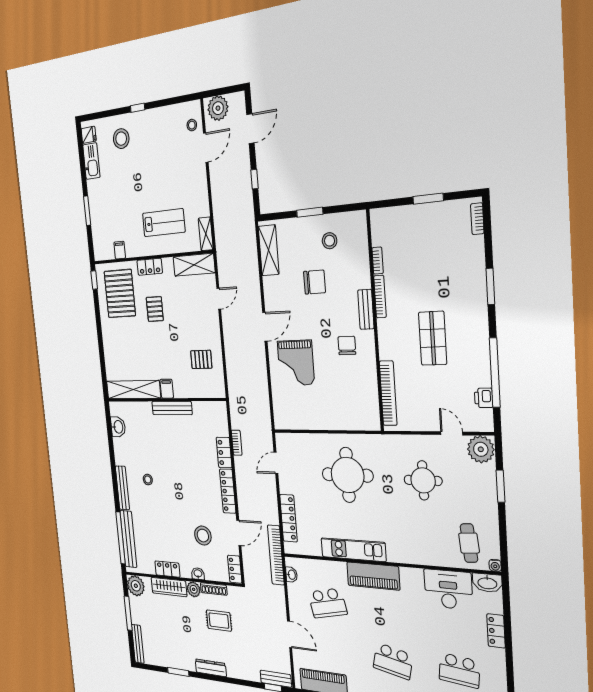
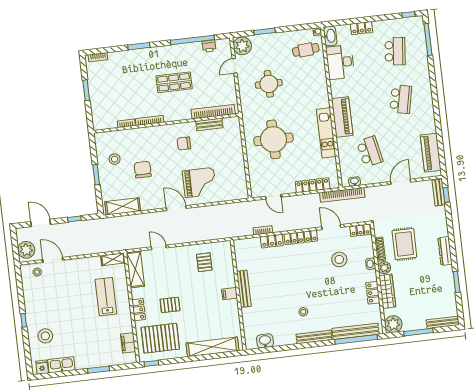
filing cabinet: (120, 250) -> (128, 343), width x2.00
bench: (366, 309) -> (209, 124), moved
shelving: (133, 390) -> (212, 347), moved, turned 90
rug: (219, 621) -> (404, 244), width x1.36, depth x1.43

